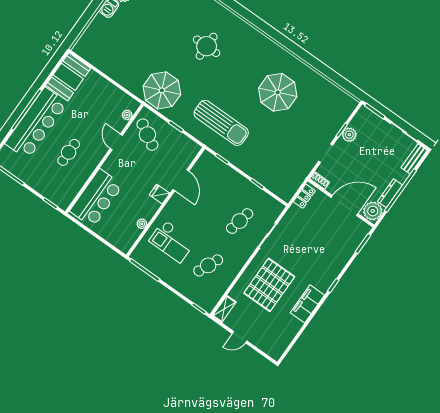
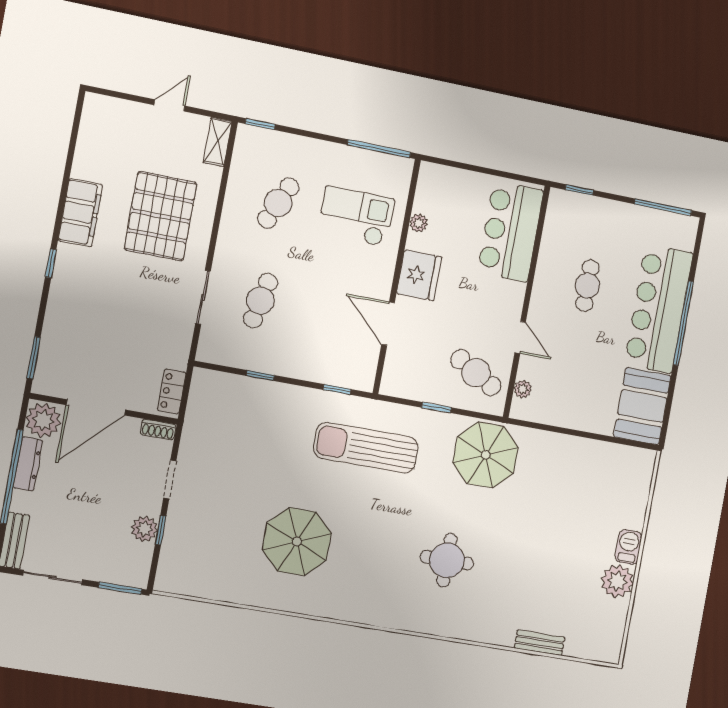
fridge: (159, 194) -> (419, 275), width x1.88, depth x1.34

